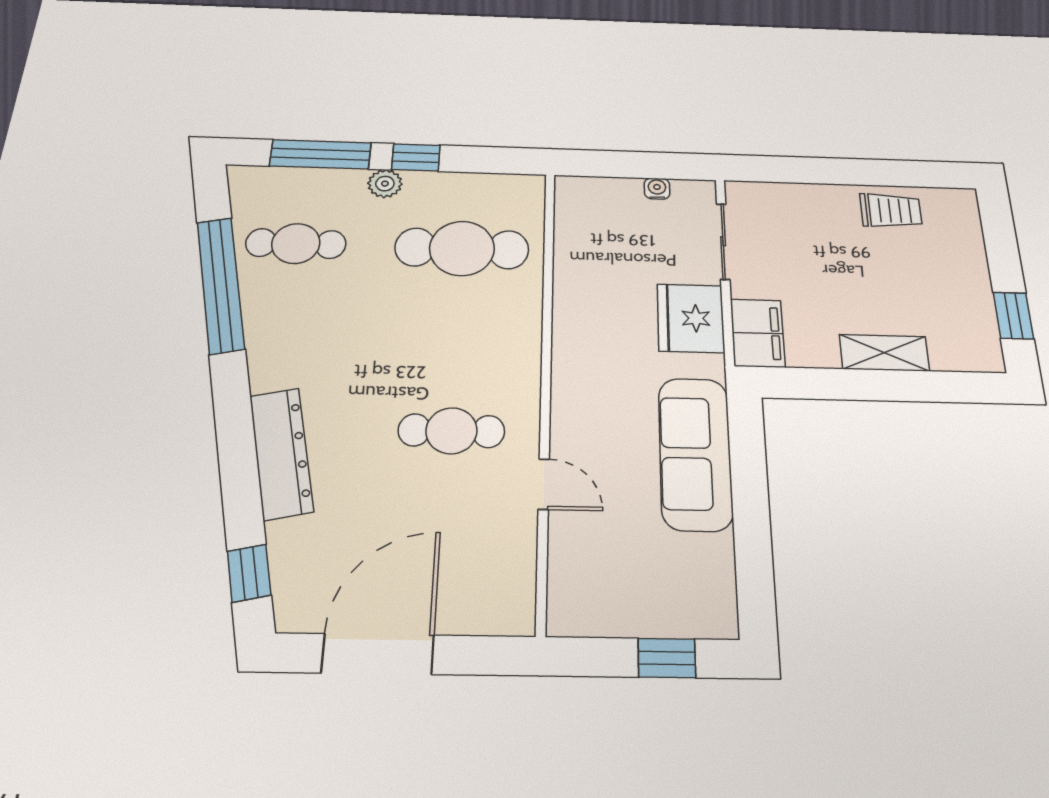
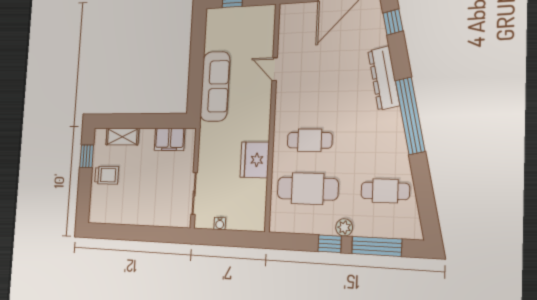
trolley: (891, 211) -> (107, 175), moved, turned 180
window: (221, 285) -> (410, 116), moved
fridge: (691, 318) -> (255, 160), moved, turned 180
filing cabinet: (758, 333) -> (170, 139), moved, turned -90
shelving: (884, 353) -> (122, 137), moved
cafe table: (451, 431) -> (310, 140), moved

